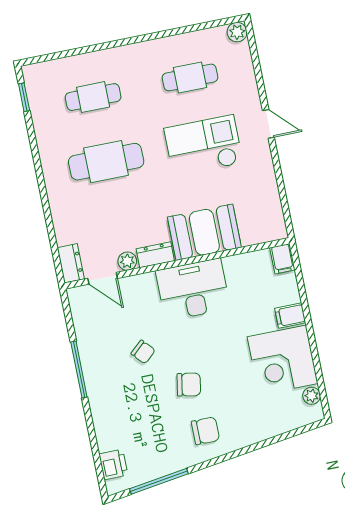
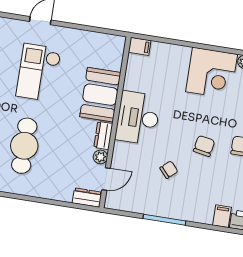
filing cabinet: (290, 316) -> (222, 216), moved, turned 180

